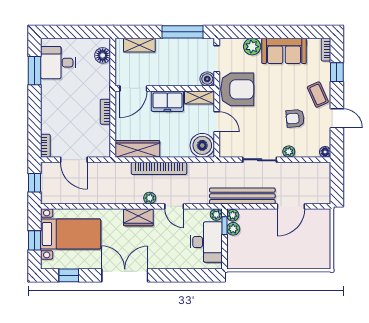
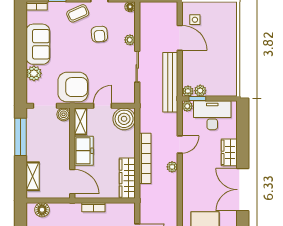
armchair: (237, 89) -> (73, 87), turned 90
wardrobe: (138, 217) -> (229, 152), moved, turned 180
side table: (311, 223) -> (195, 20), added

